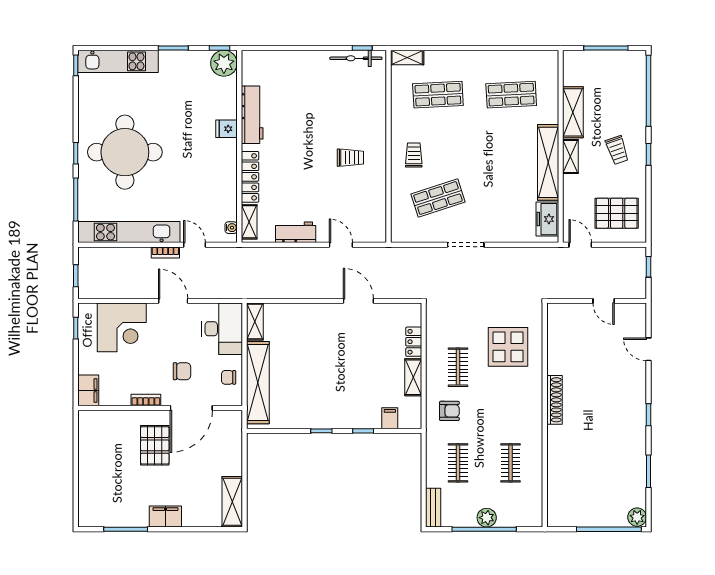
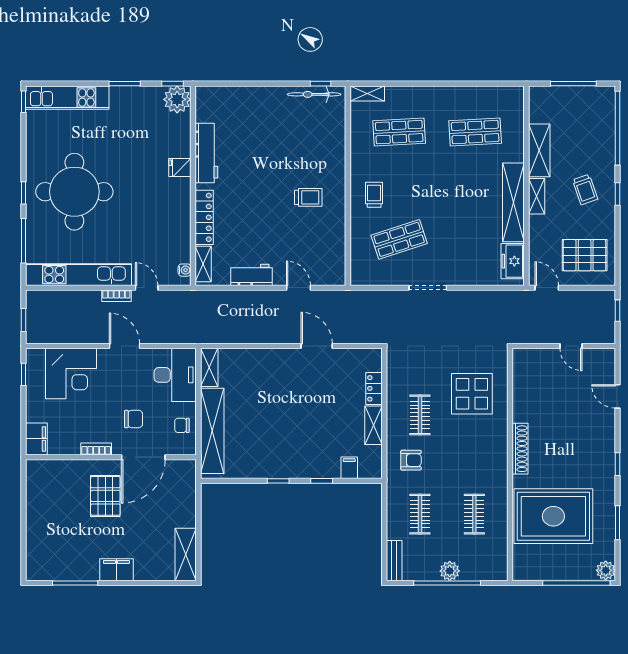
rug: (587, 465) -> (553, 516), added

